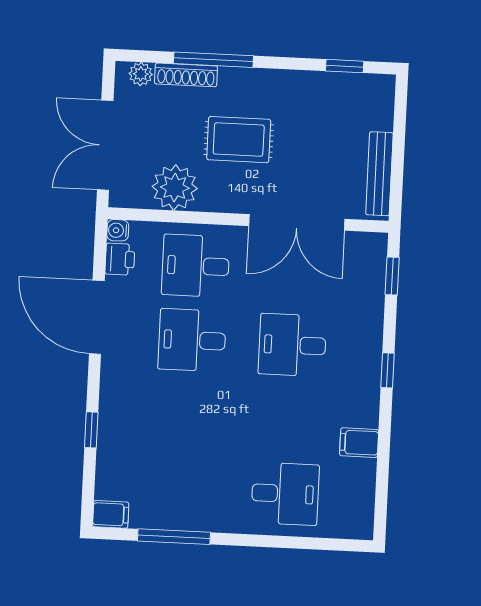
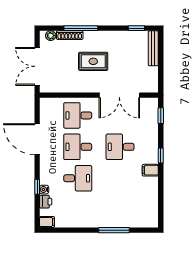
bench: (379, 174) -> (153, 48), moved
plant: (175, 188) -> (67, 83), removed
water cooler: (118, 230) -> (44, 190), moved
printer: (120, 259) -> (46, 202), moved
filing cabinet: (359, 443) -> (150, 170), moved
desk: (285, 494) -> (78, 178), moved
window: (174, 537) -> (114, 230), moved

